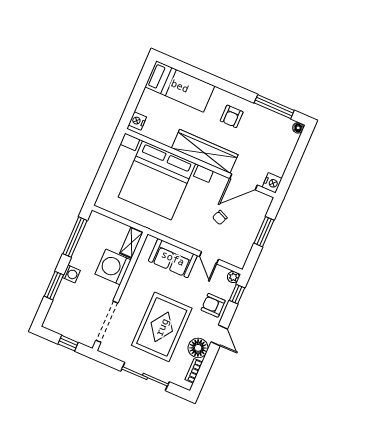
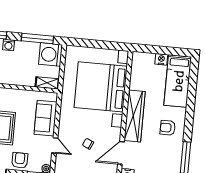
nightstand: (137, 121) -> (161, 59), moved
door: (243, 182) -> (121, 153), hinge flipped
door: (209, 258) -> (55, 145), swing flipped
washing machine: (113, 267) -> (50, 54), moved, turned -90

